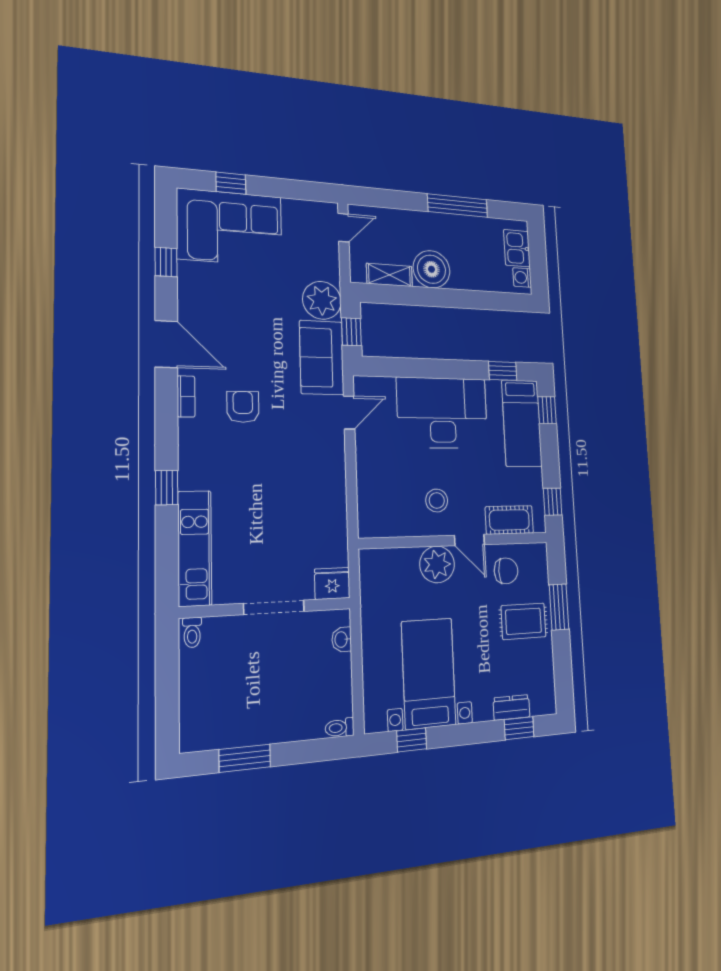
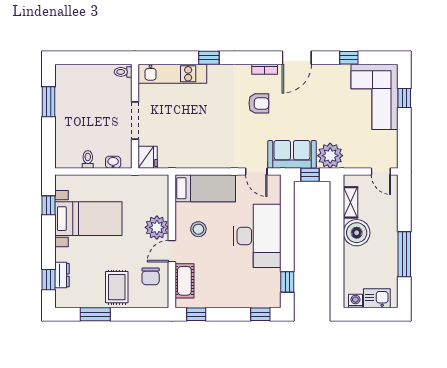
bed: (522, 423) -> (205, 188), moved, turned 180
window: (559, 607) -> (95, 314), moved
toilet: (340, 728) -> (88, 159), moved

